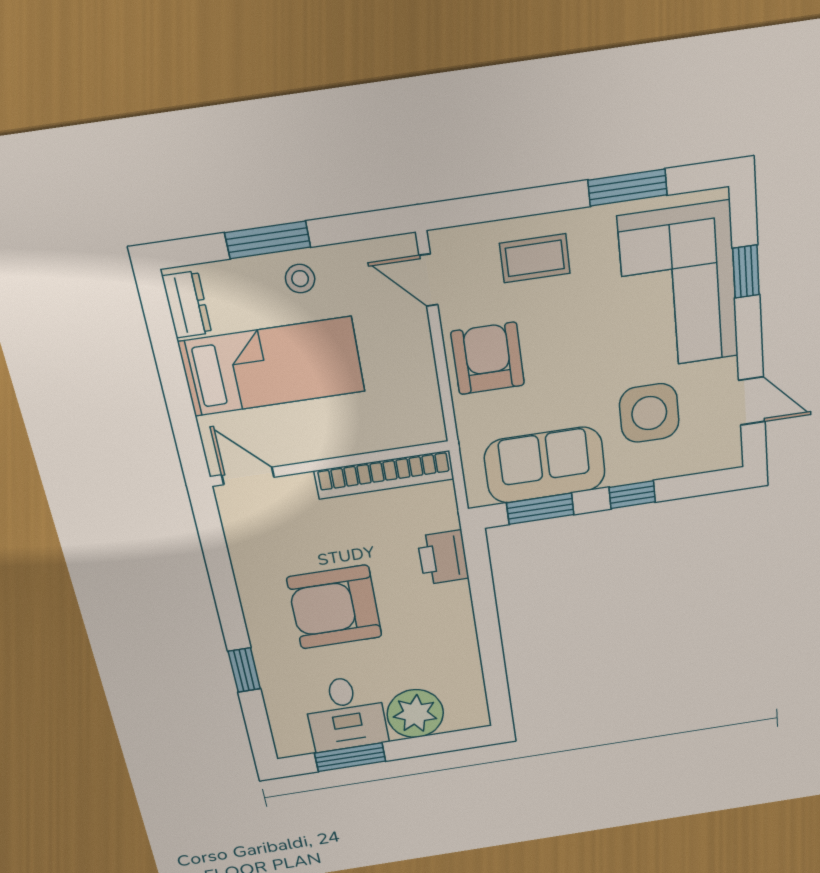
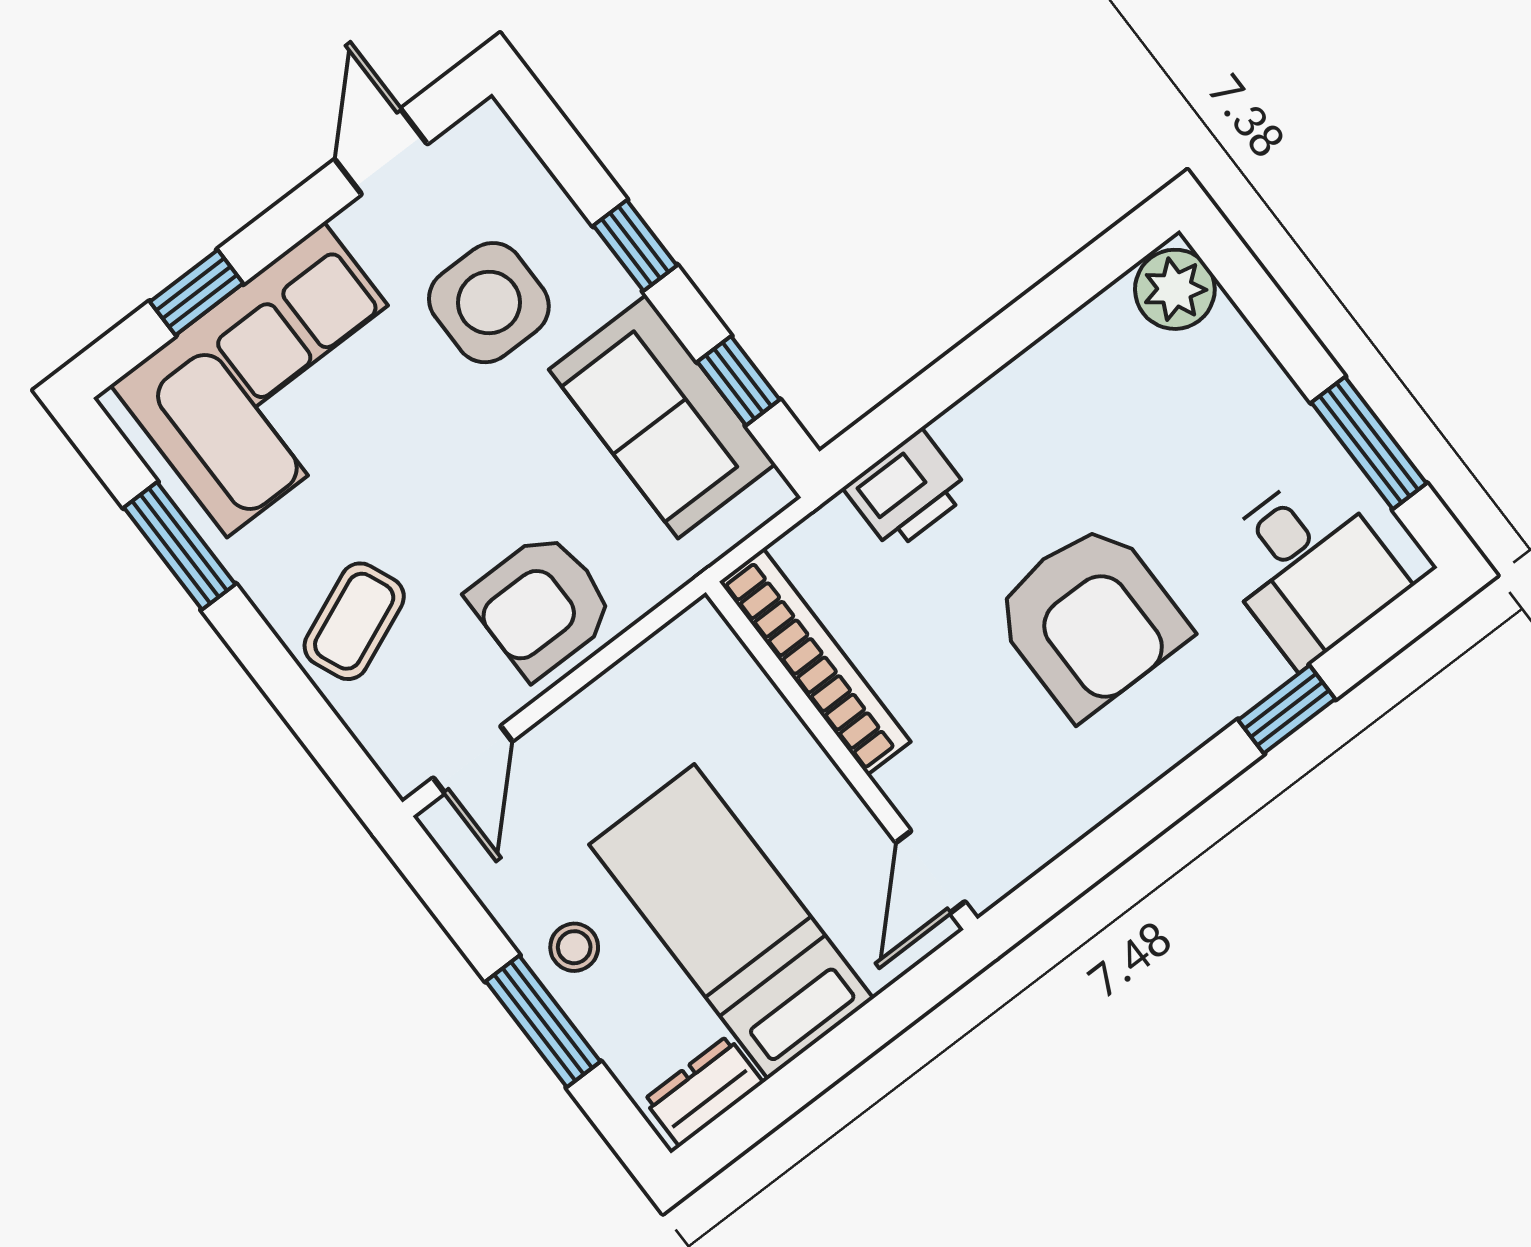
coffee table: (535, 258) -> (354, 621), turned 67
window: (540, 509) -> (738, 381), width x0.67
desk: (346, 714) -> (1309, 567), moved, turned 90
plant: (415, 714) -> (1175, 289), moved, width x0.73, depth x0.73

